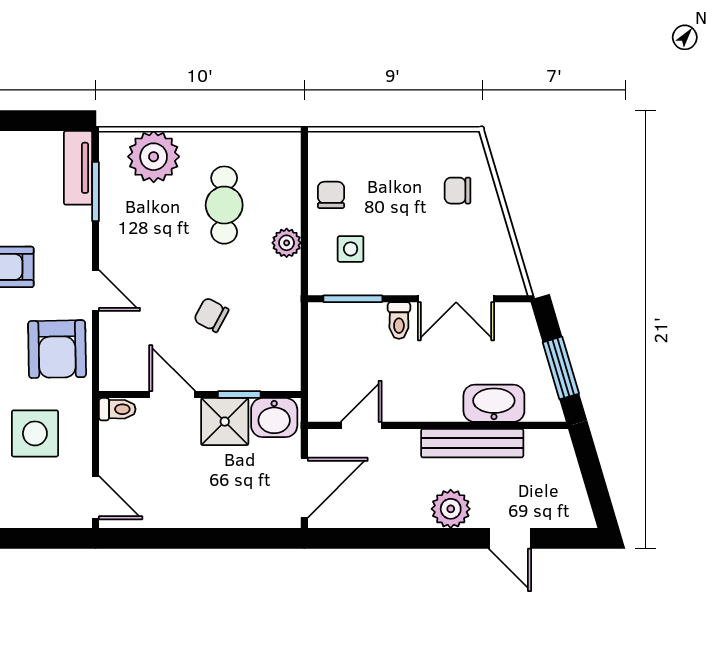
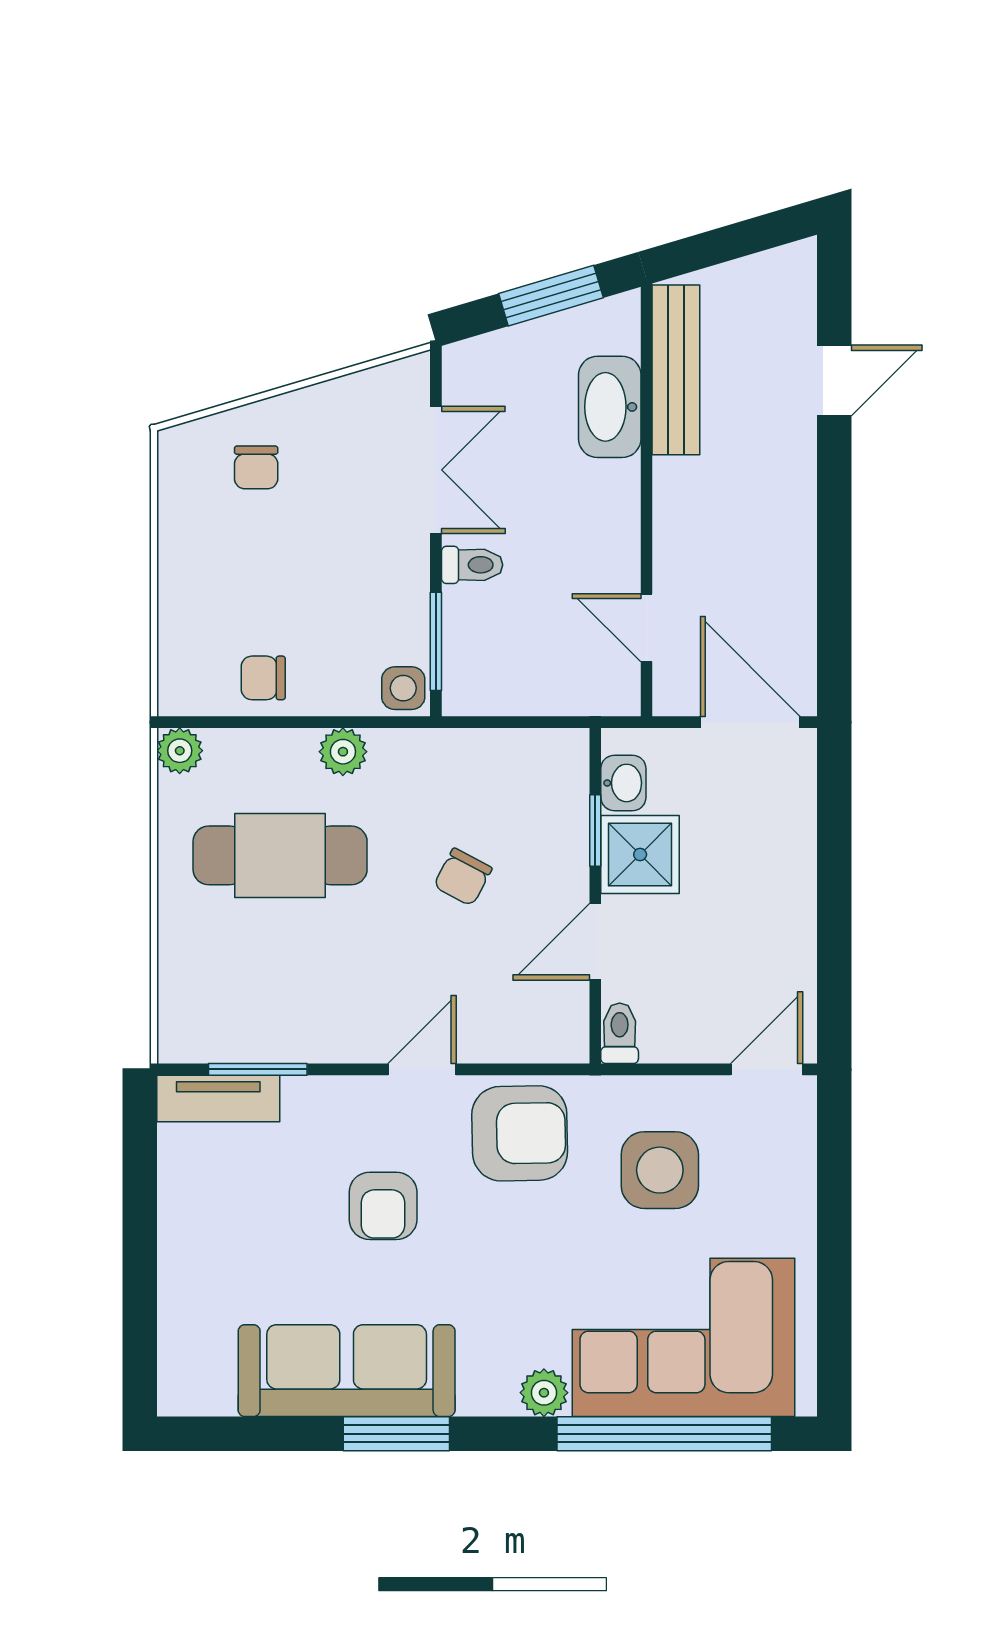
plant: (154, 157) -> (180, 751), moved, width x0.53, depth x0.53
cafe table: (224, 205) -> (280, 855), width x1.37, depth x1.35
side table: (351, 249) -> (403, 688), moved
washbasin: (274, 418) -> (623, 783), width x0.72, depth x0.69
bench: (472, 443) -> (676, 370), moved
plant: (451, 509) -> (785, 479), removed

